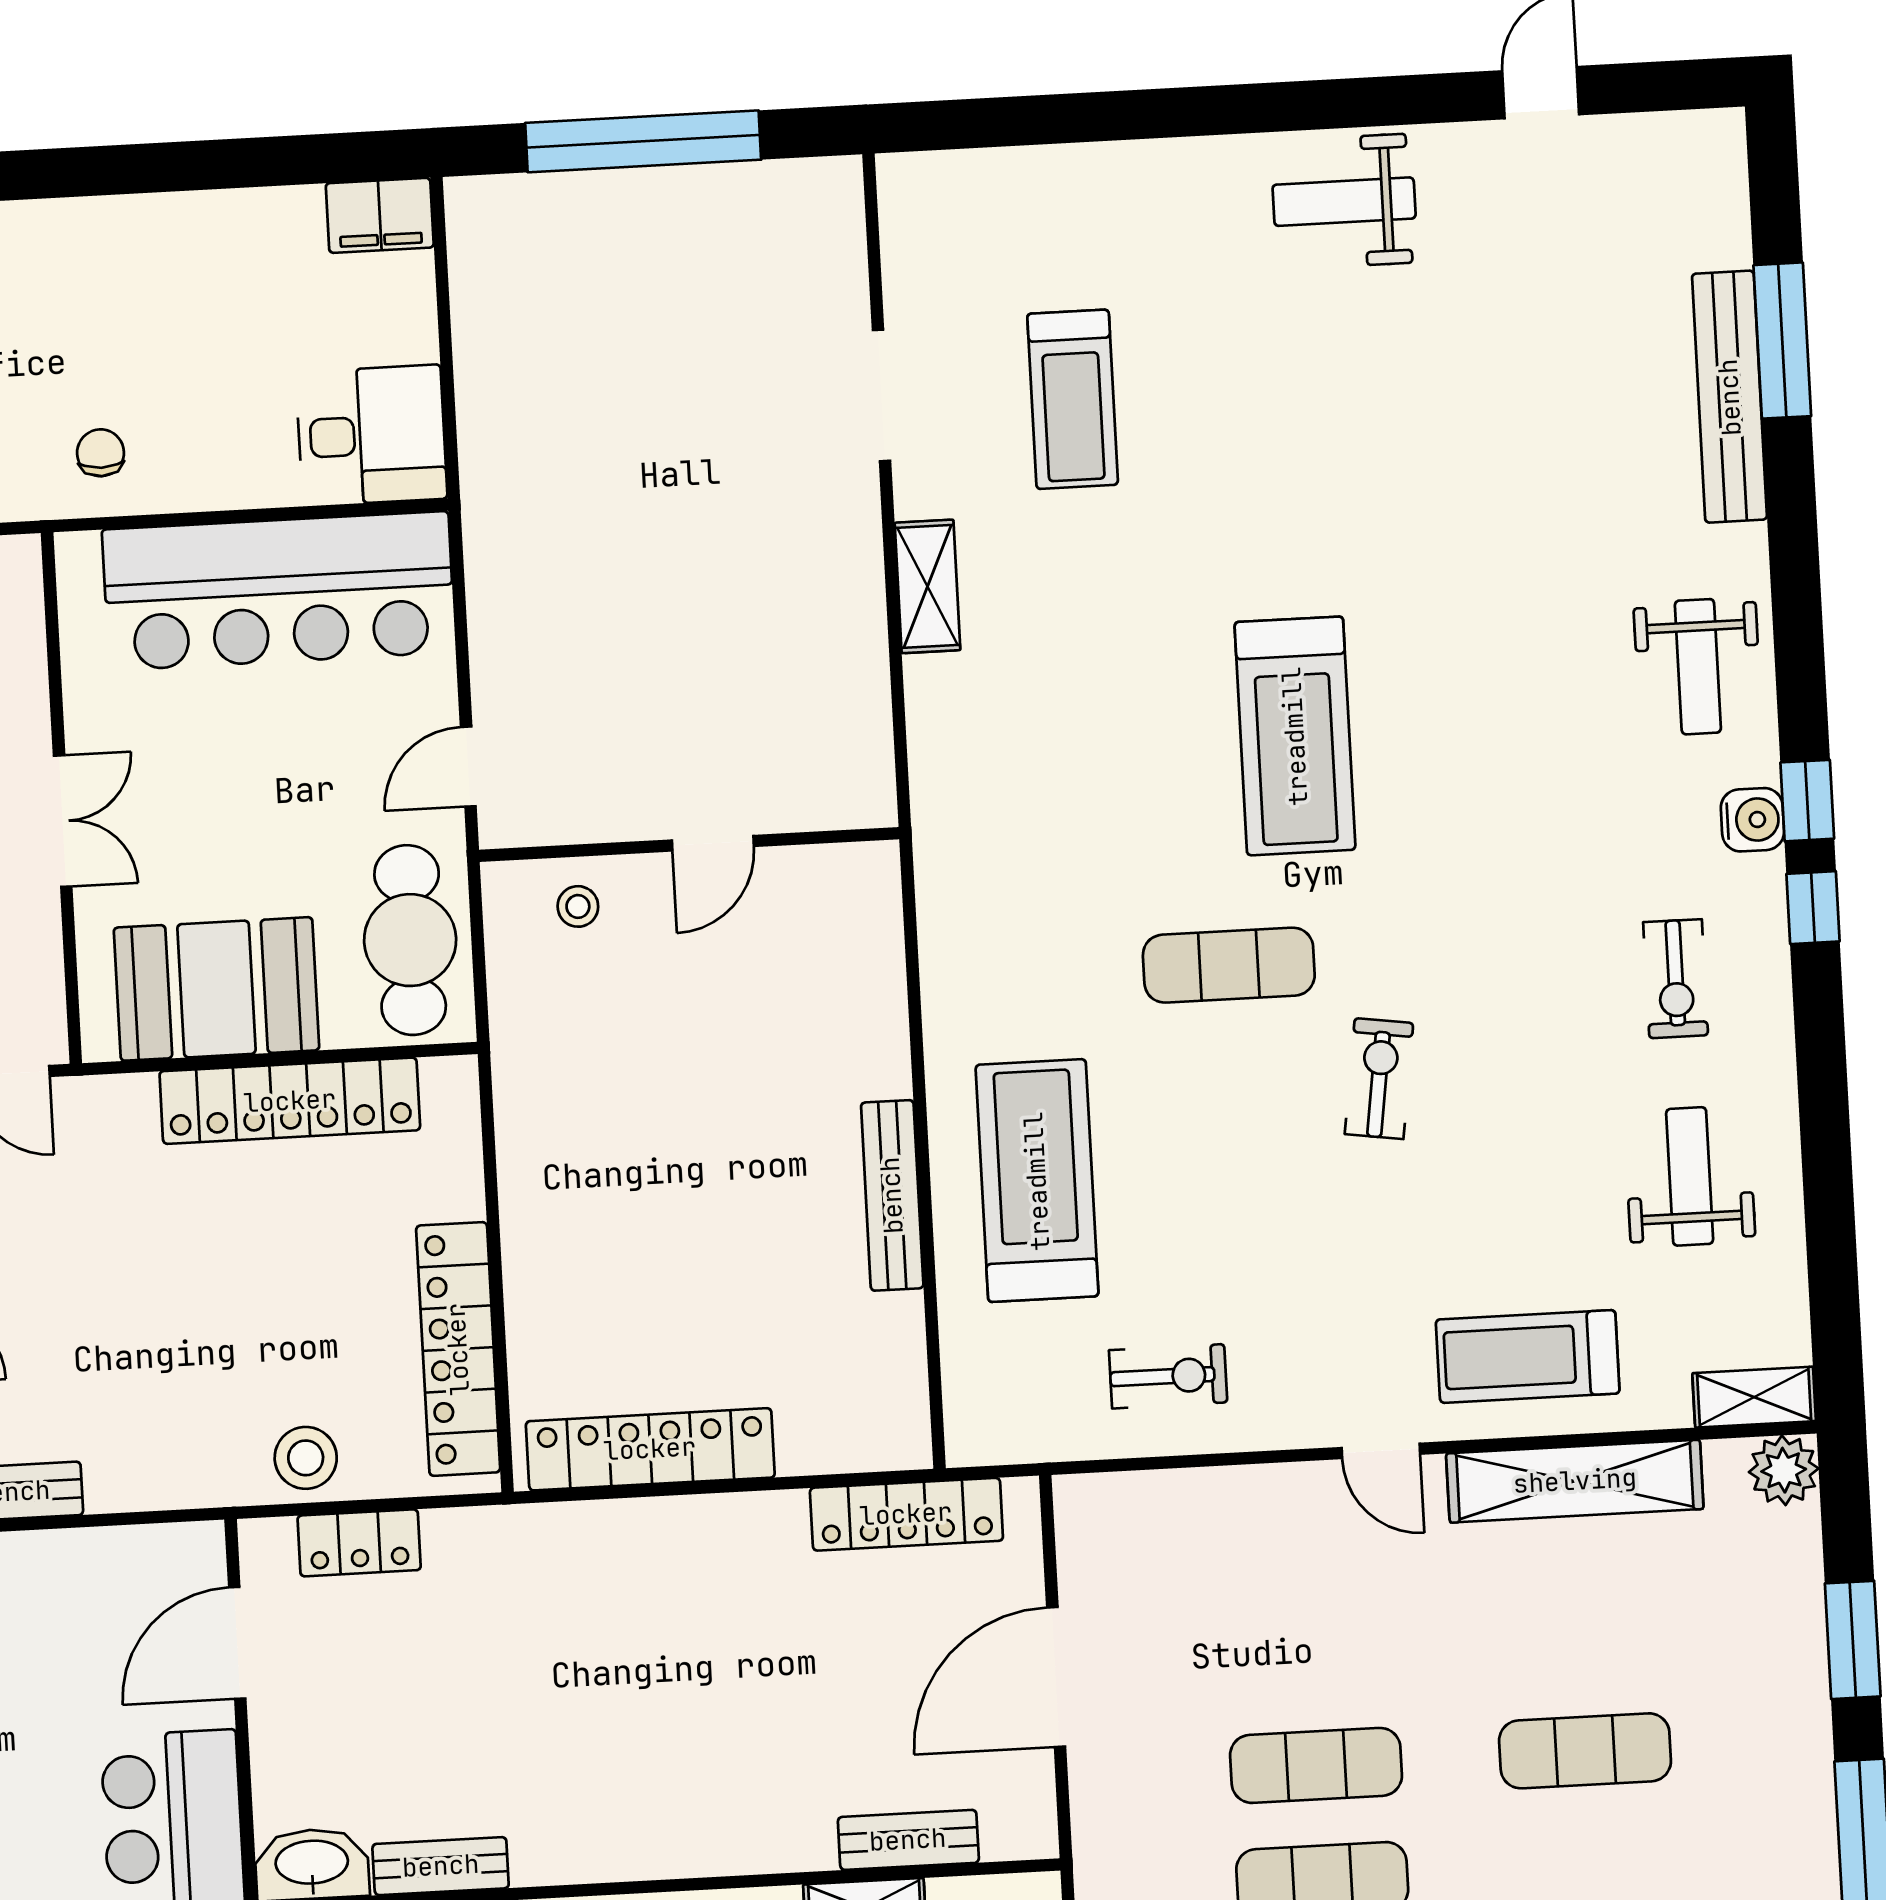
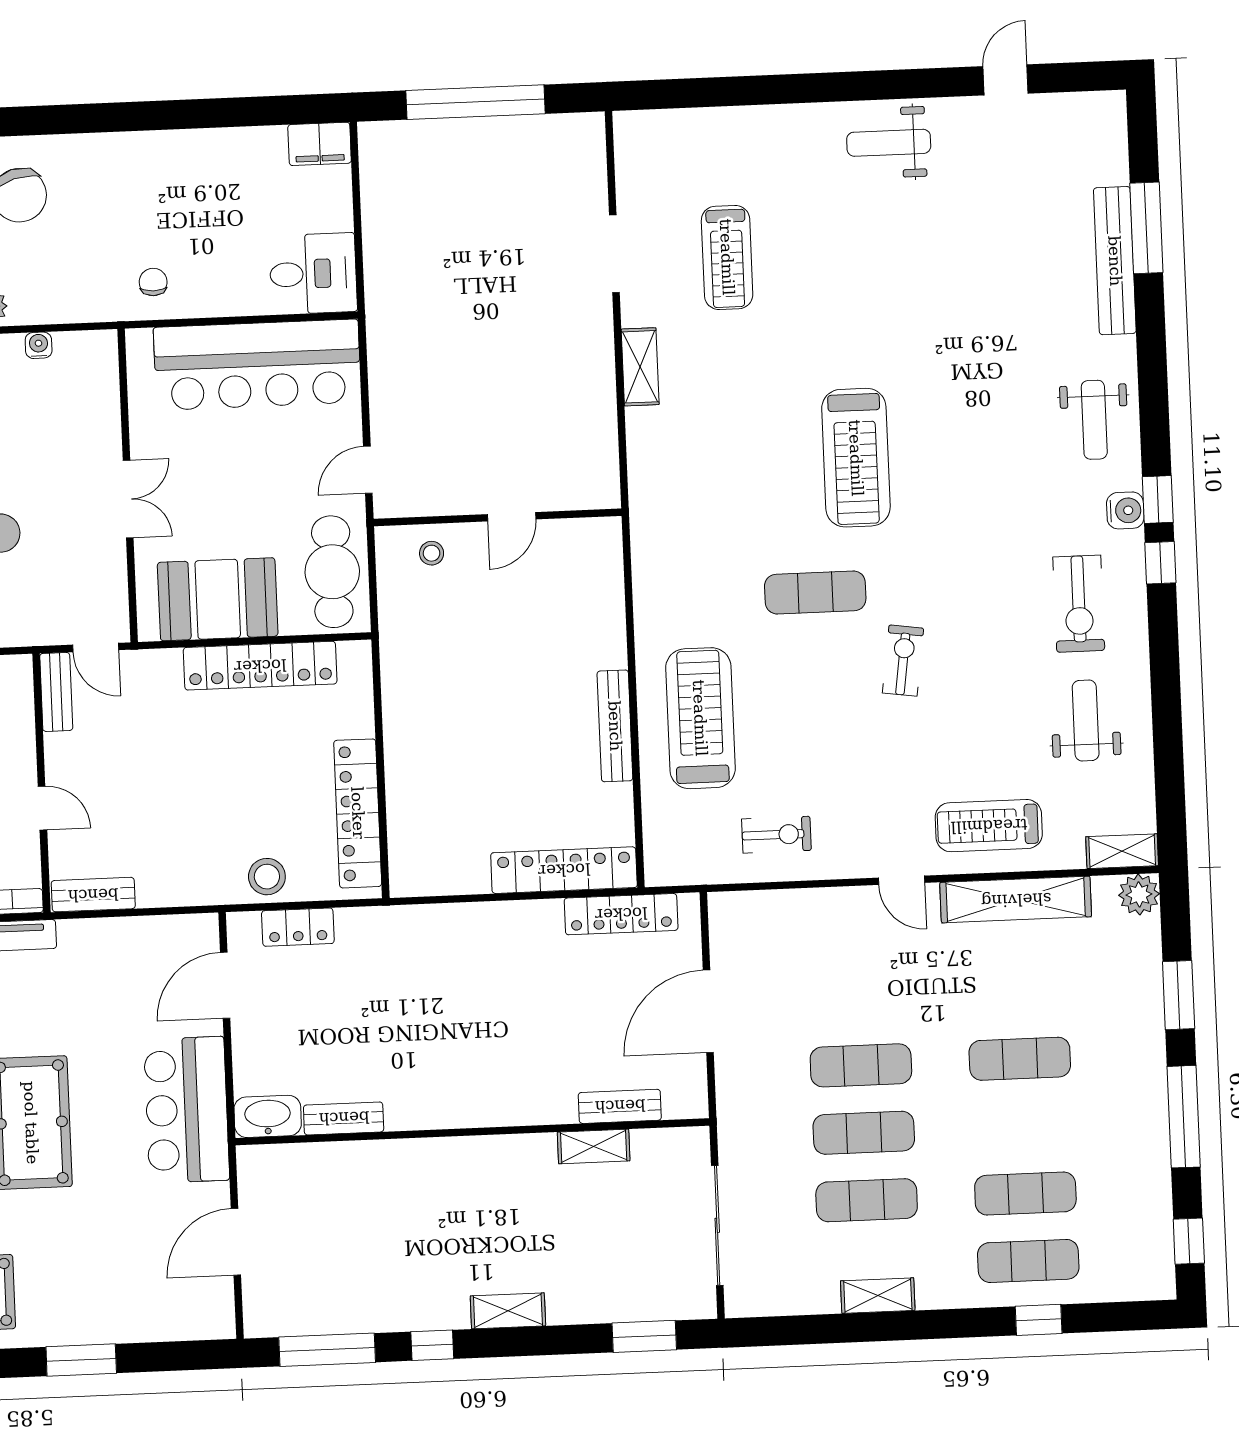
exercise bike: (1676, 979) -> (1079, 604), width x1.38, depth x1.39
locker: (650, 1449) -> (564, 870), moved

